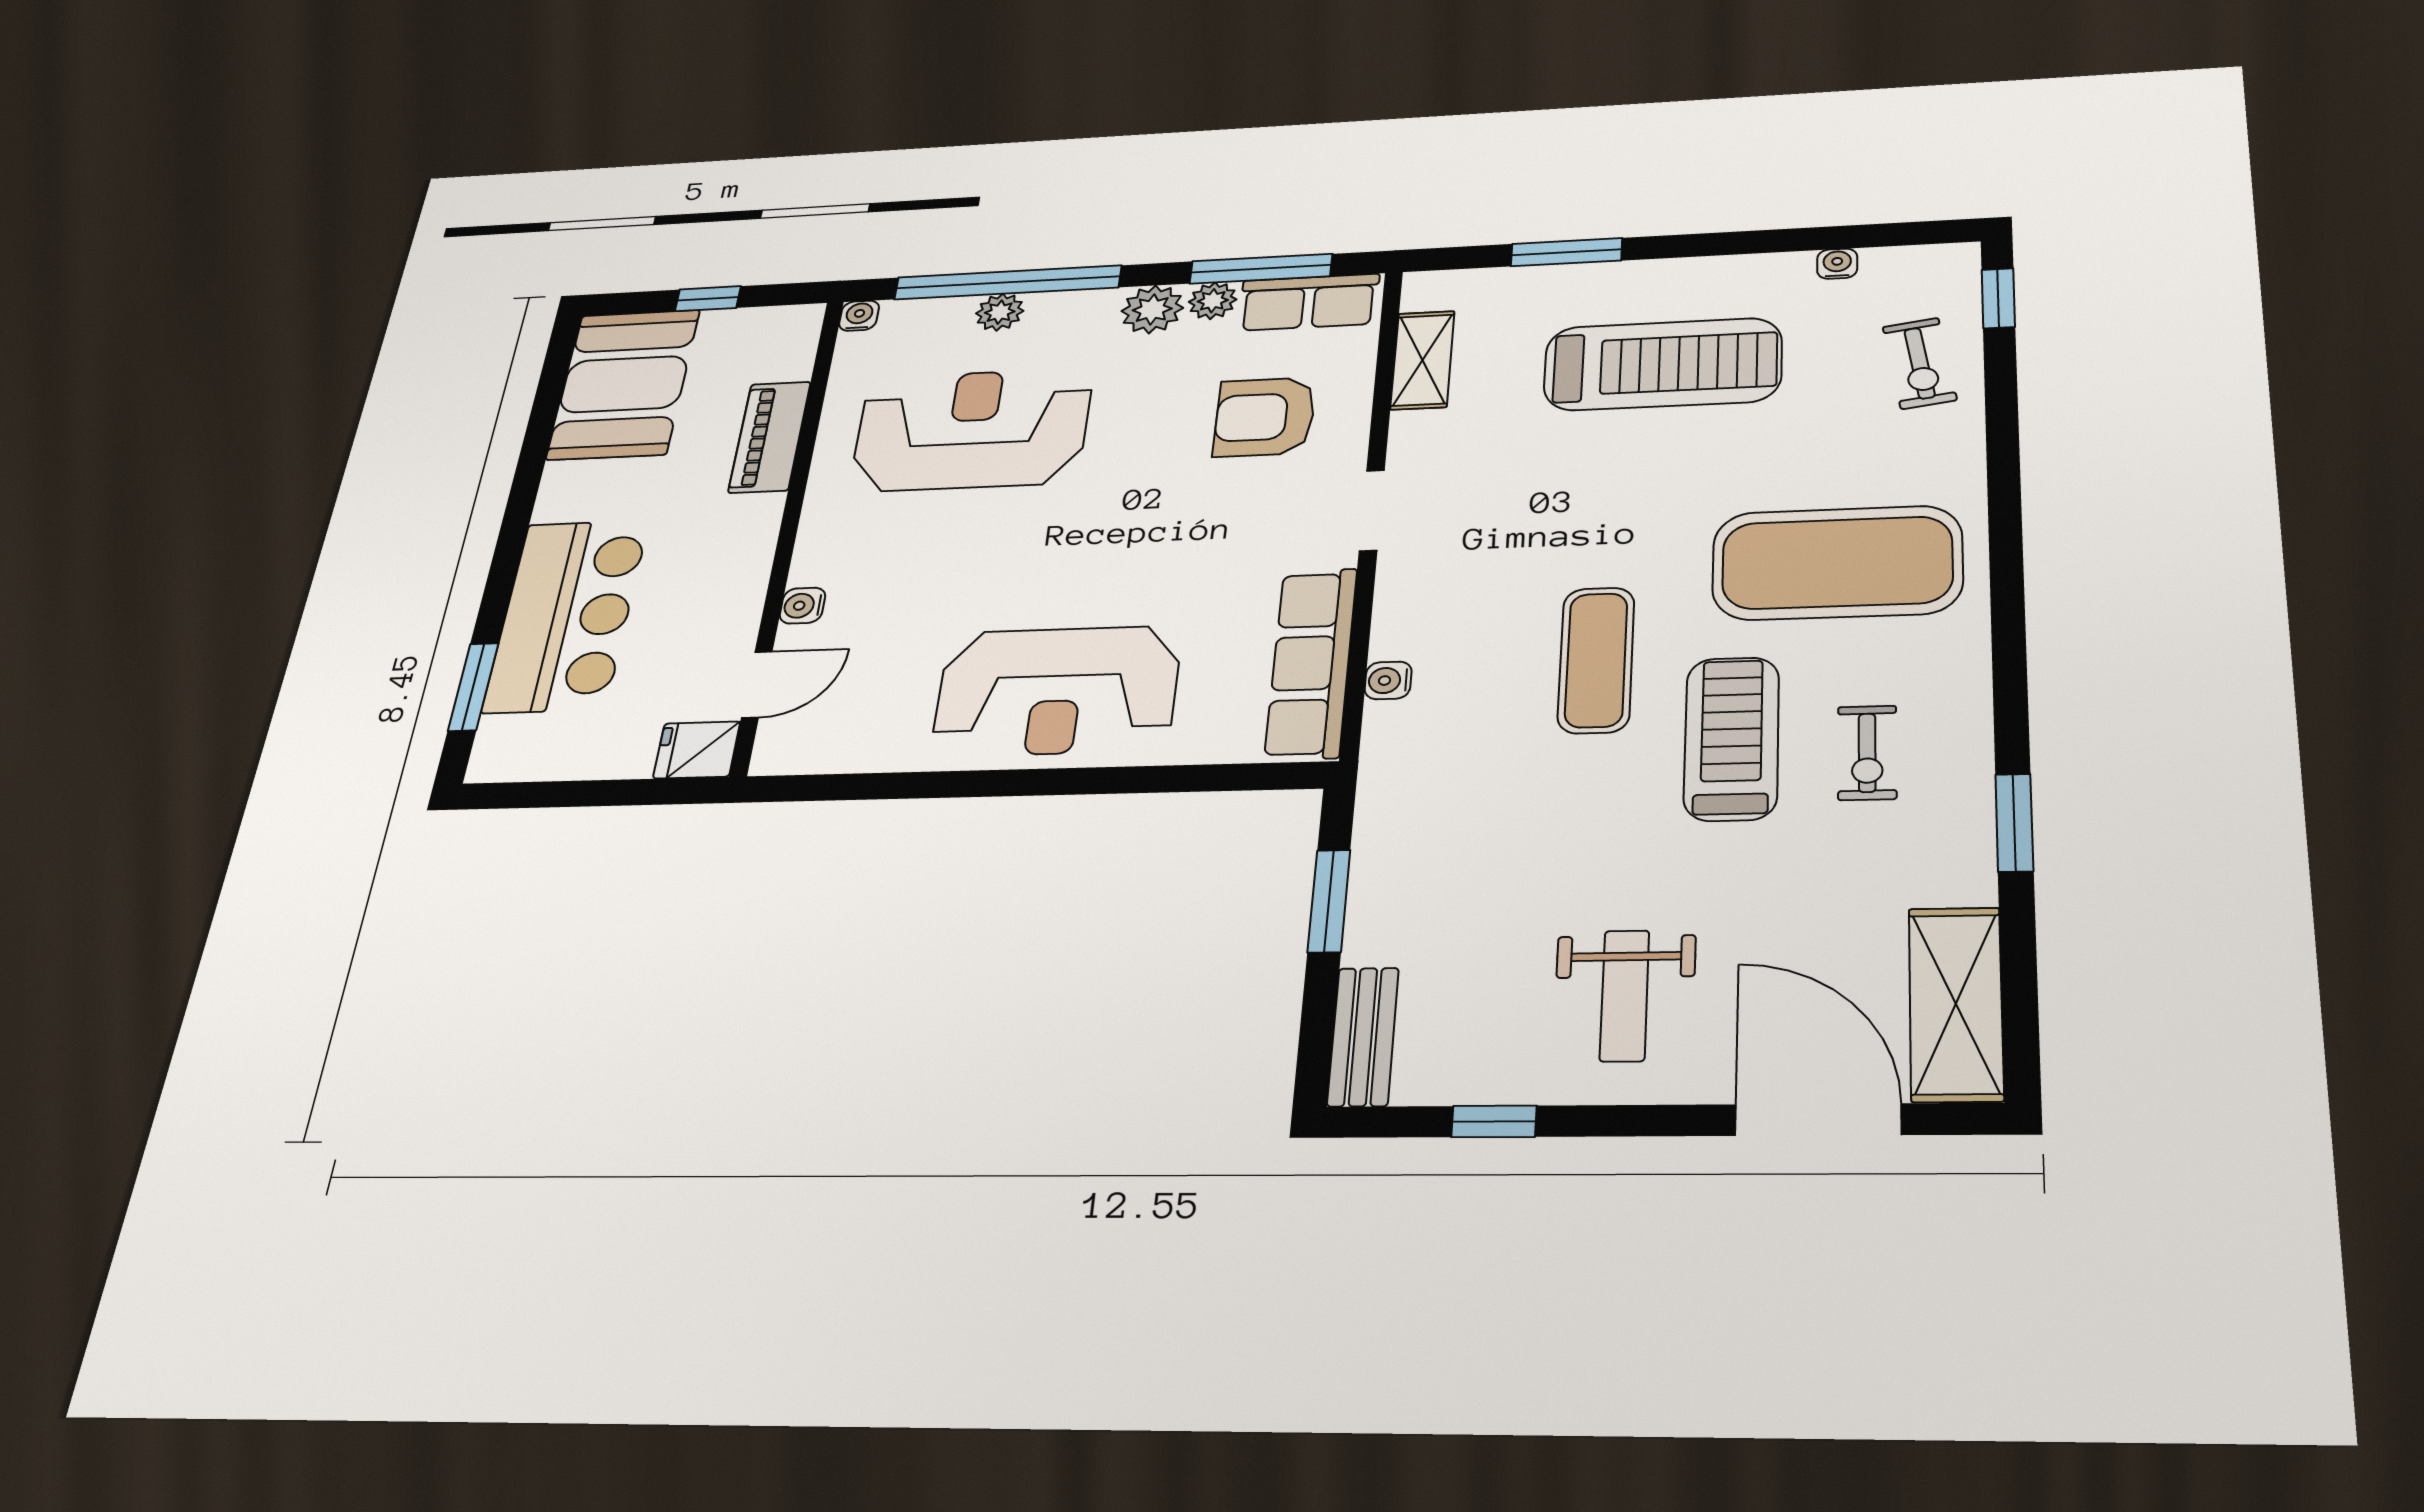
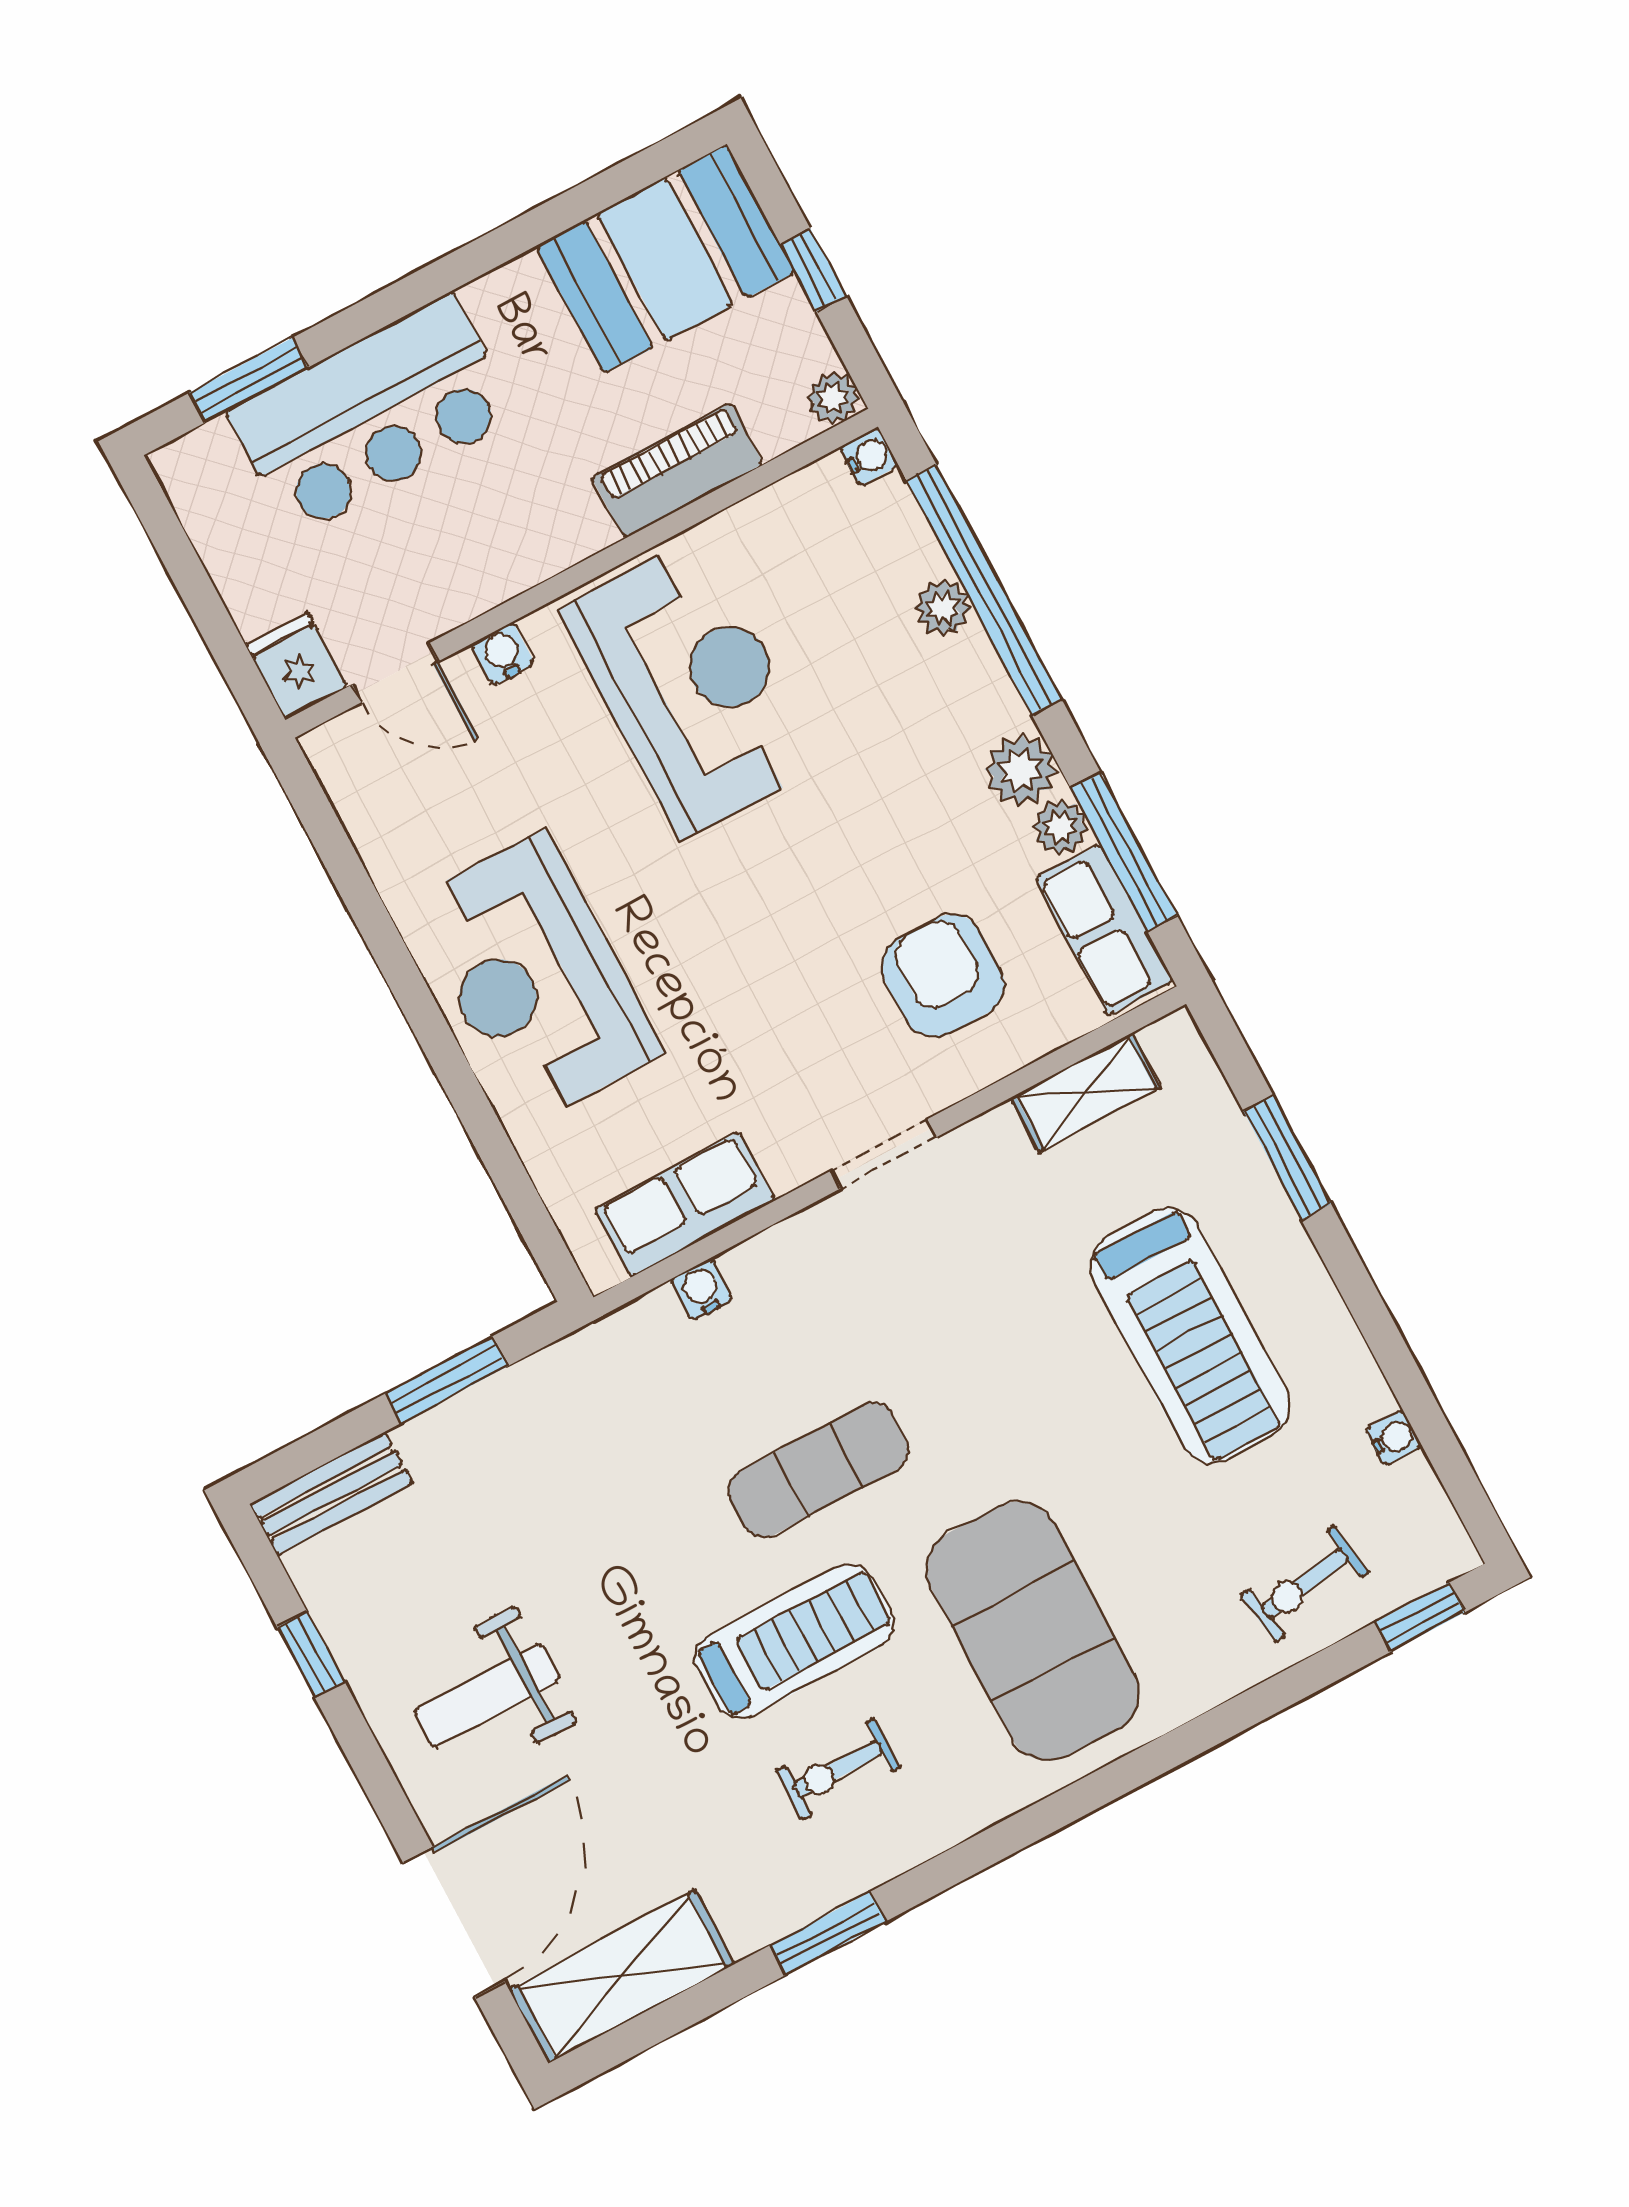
plant: (802, 321) -> (833, 398), added
reception desk: (972, 430) -> (692, 687), moved
row of seats: (1311, 663) -> (685, 1204), width x0.68

